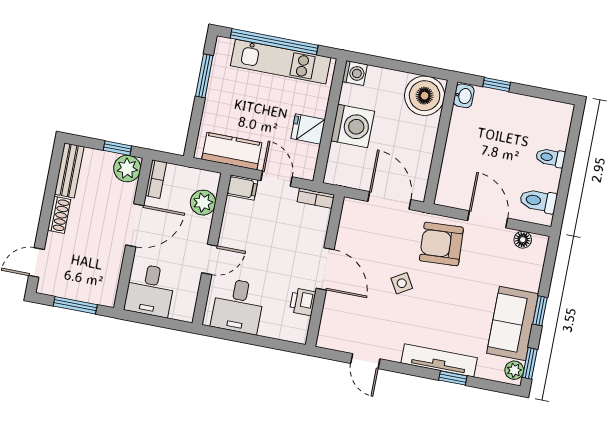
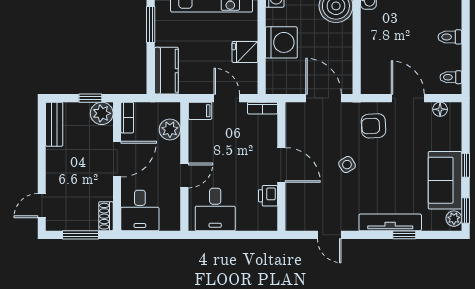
kitchen counter: (232, 151) -> (166, 71), moved, turned 90
toilet: (538, 201) -> (451, 77), width x0.73, depth x0.72
shoe rack: (59, 215) -> (106, 216), moved, turned 180
armchair: (441, 244) -> (373, 126), width x0.72, depth x0.72

